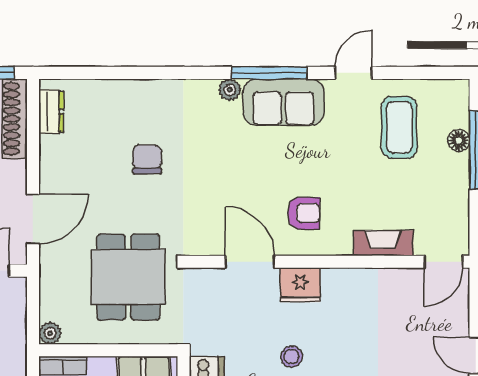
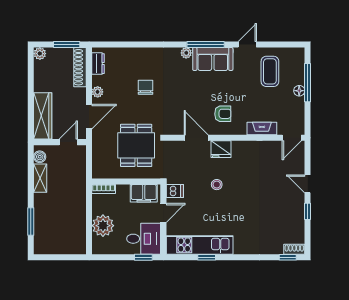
floor lamp: (459, 141) -> (299, 91), moved
plant: (50, 333) -> (98, 92), moved

